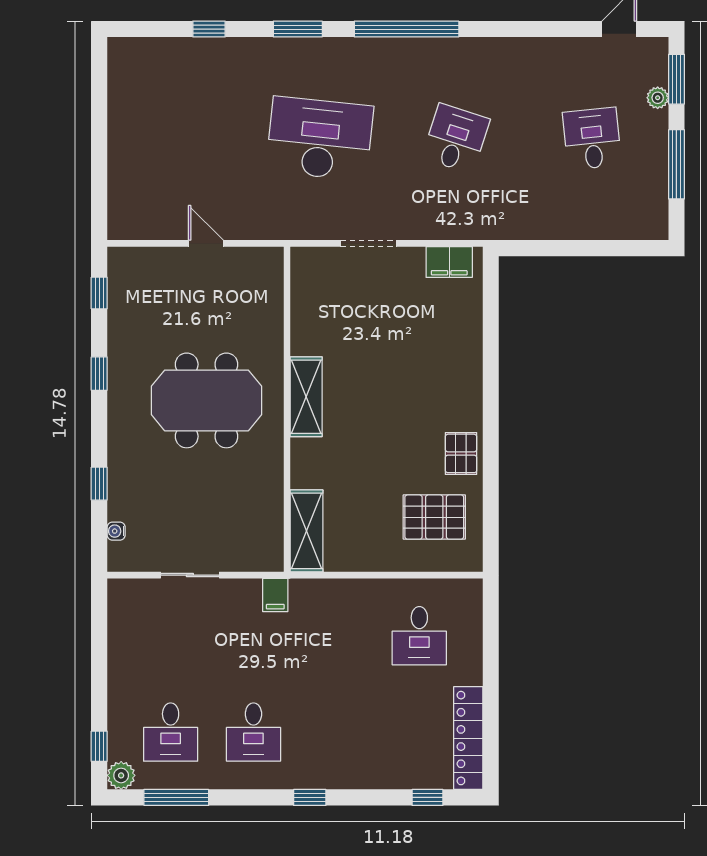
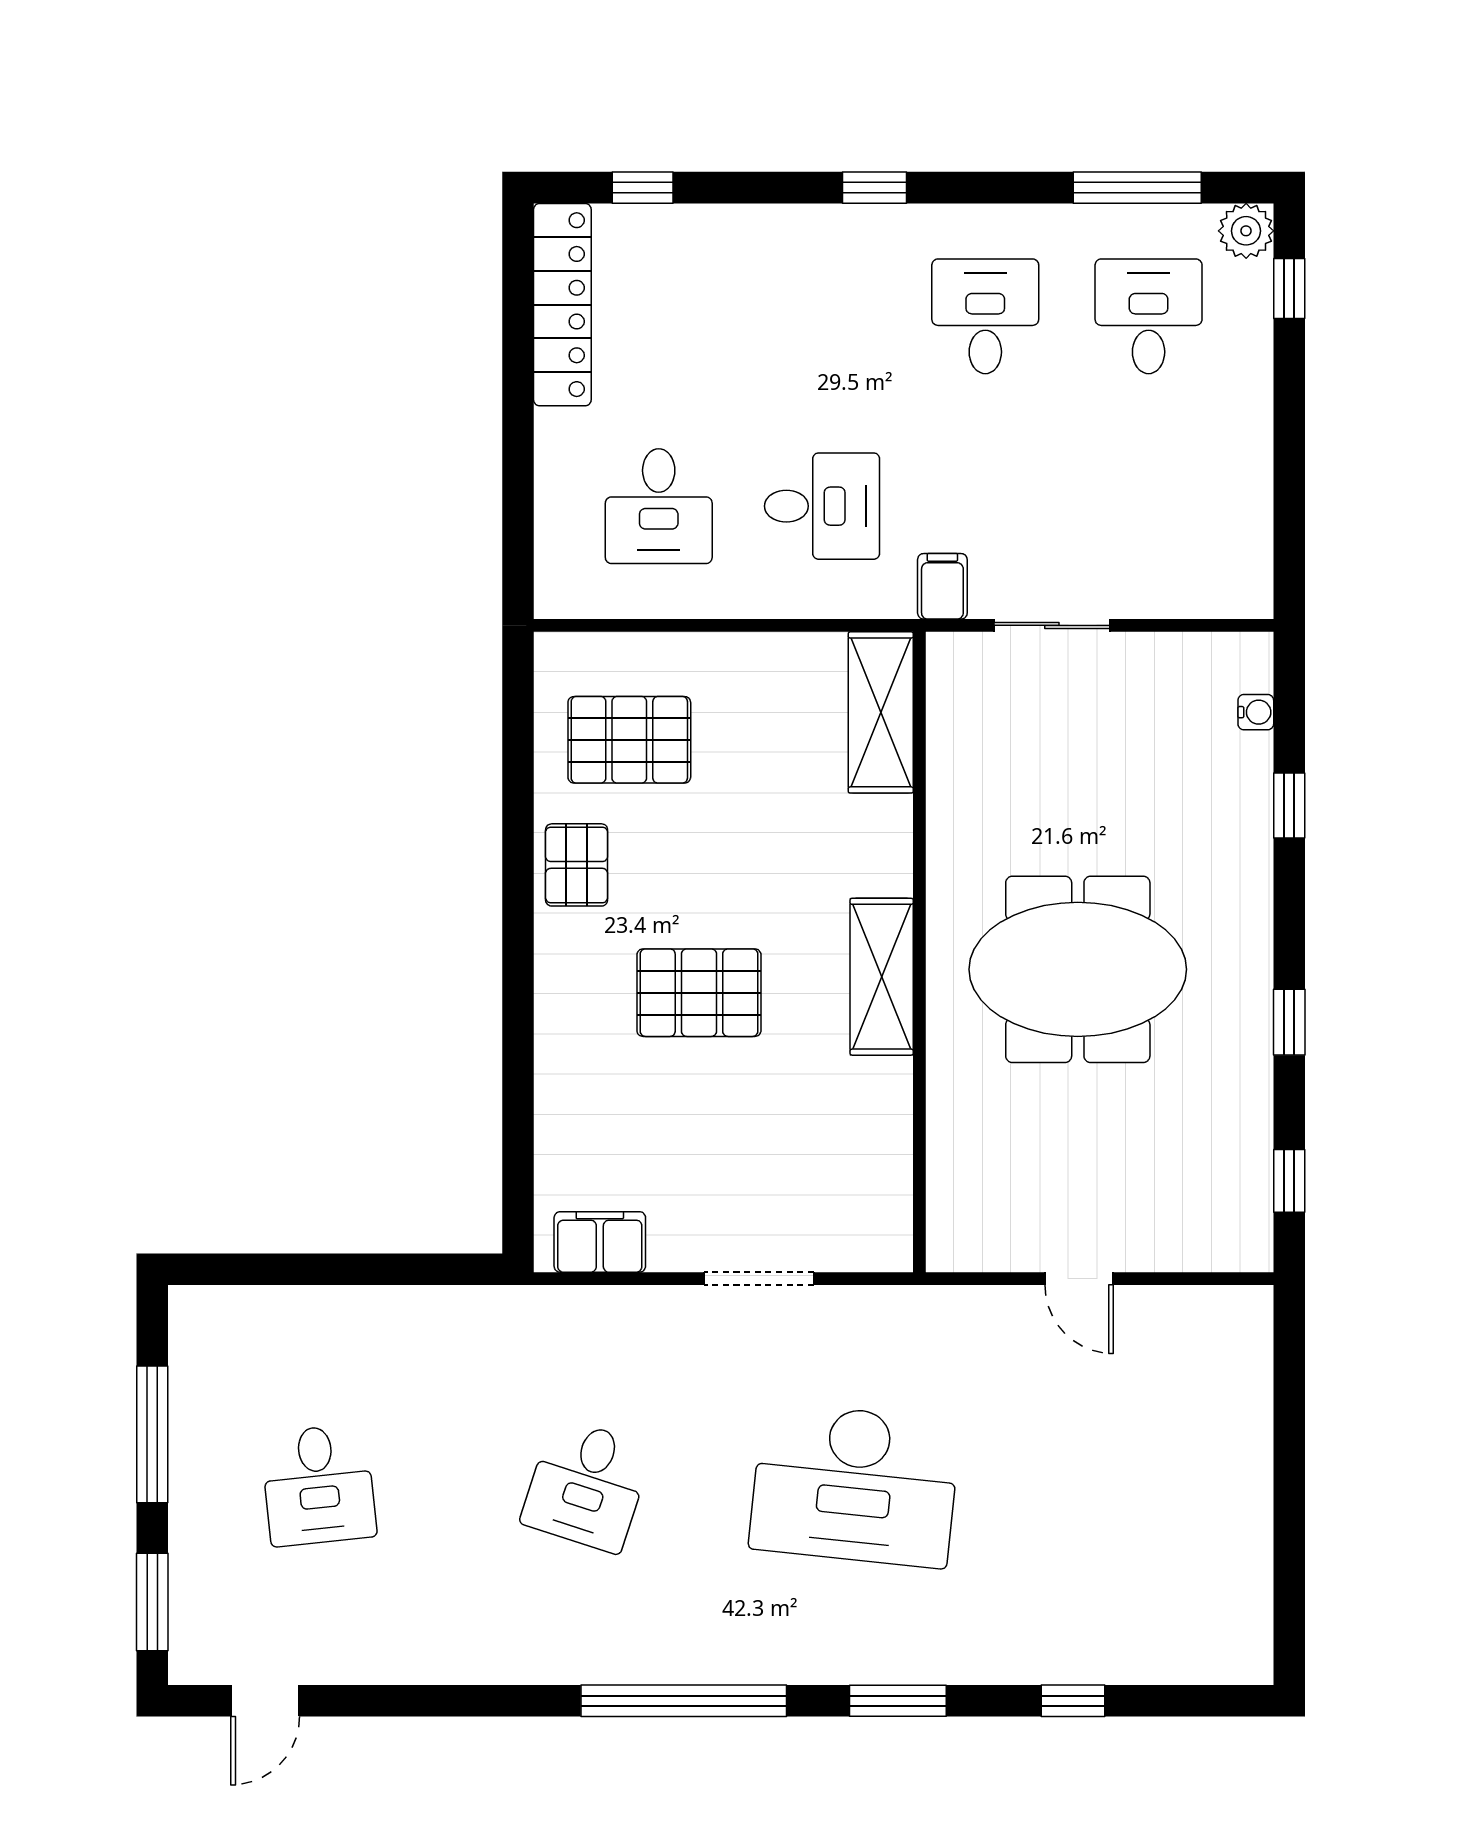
plant: (658, 98) -> (189, 1565), removed
pallet: (399, 389) -> (699, 993), added
sliding door: (190, 575) -> (1052, 625), moved
desk: (336, 636) -> (822, 506), added
desk: (419, 636) -> (659, 506), turned 180

